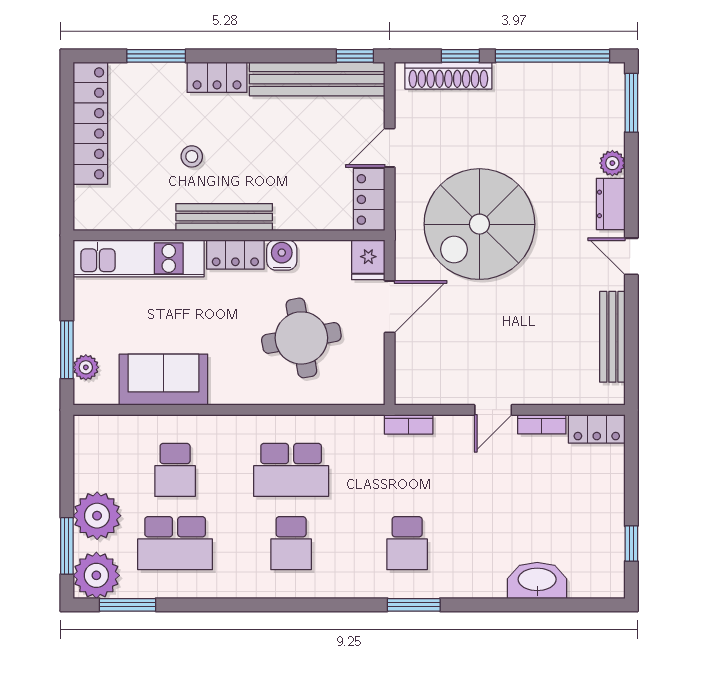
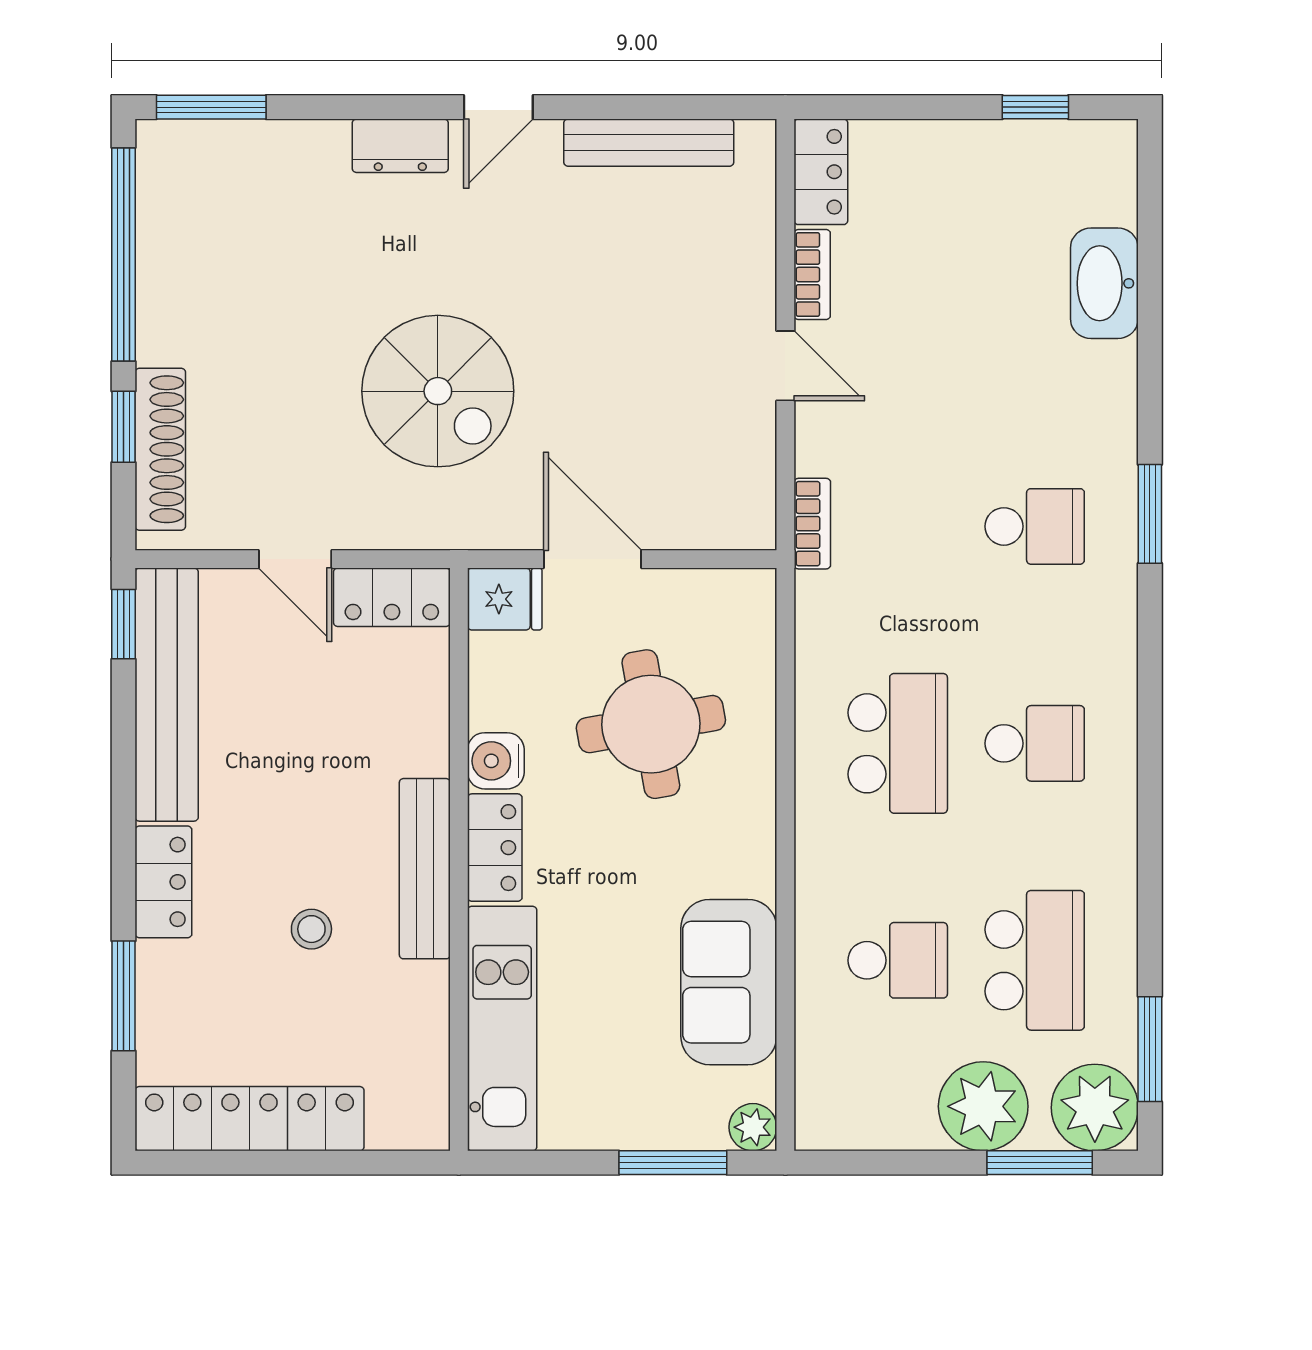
plant: (612, 163) -> (324, 143), removed
spiral stairs: (479, 224) -> (438, 391), width x0.73, depth x0.73
plant: (86, 367) -> (753, 1127), moved

